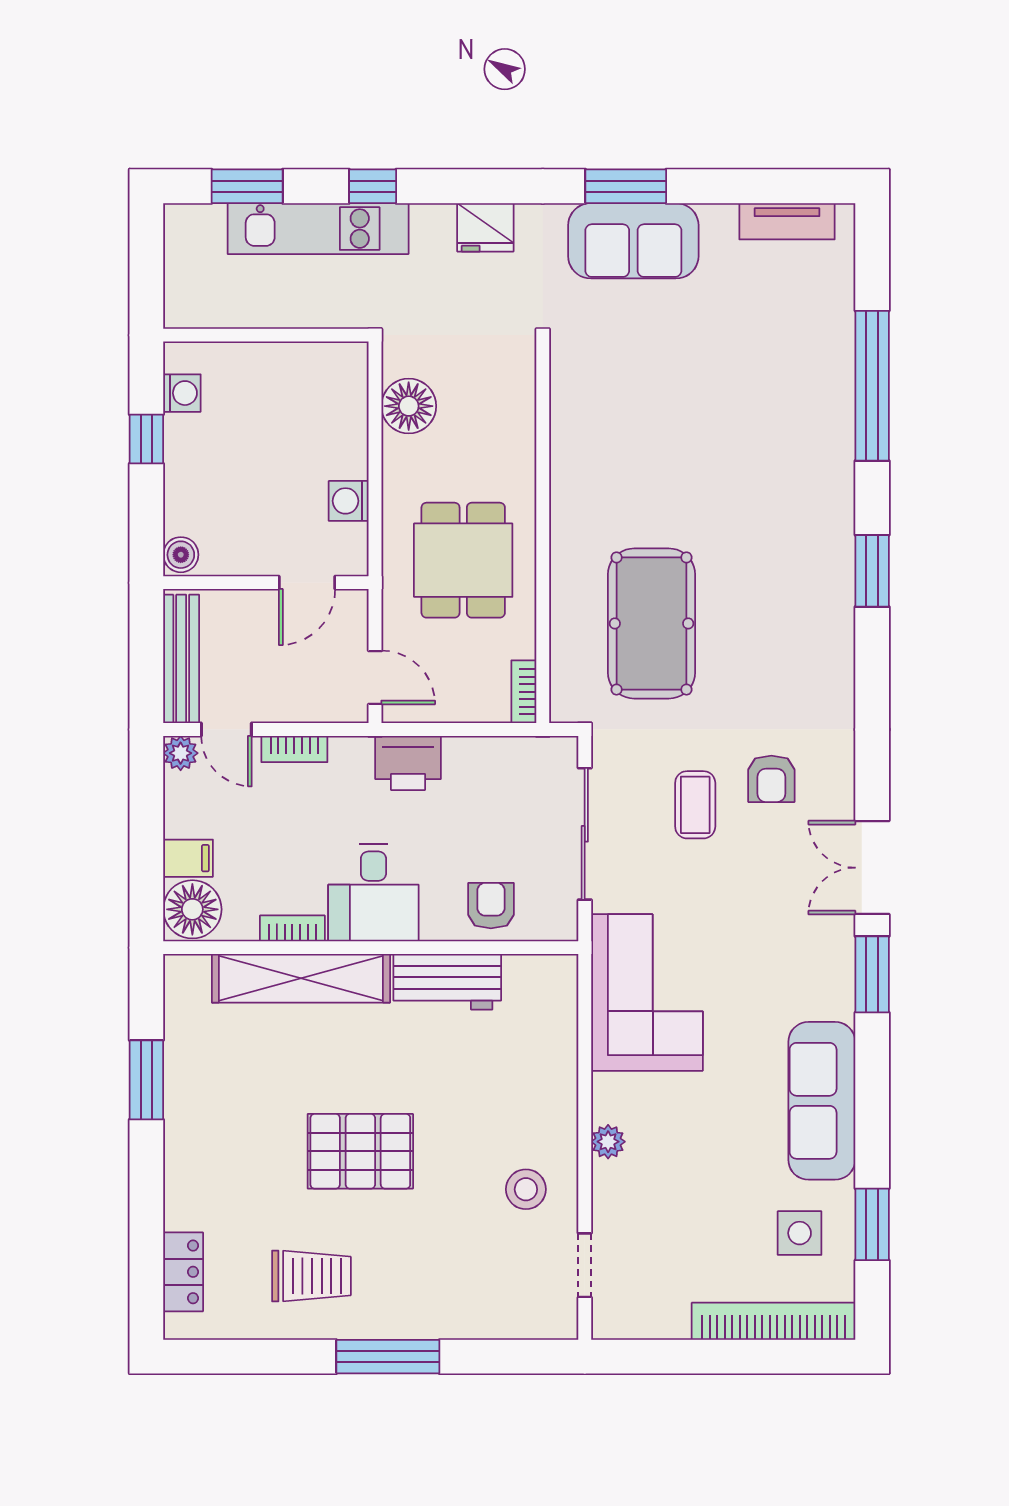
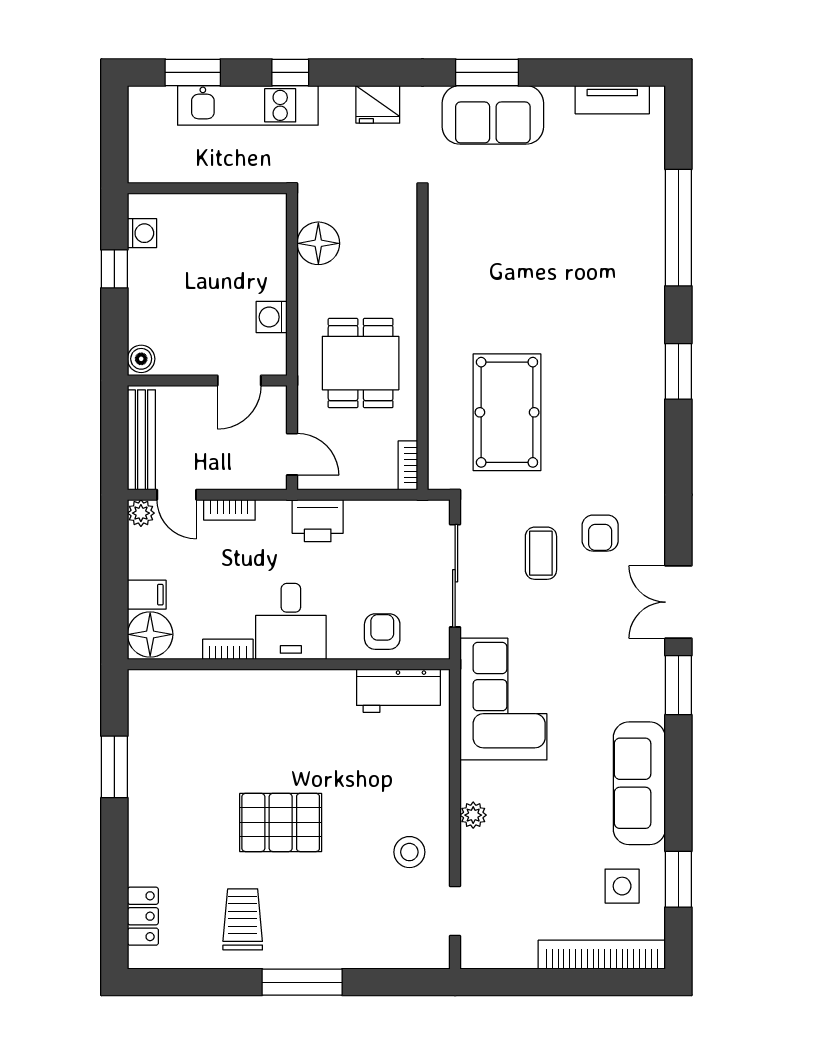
shelving: (301, 978) -> (235, 688), removed
workbench: (447, 982) -> (398, 691), moved
trolley: (311, 1276) -> (243, 919), turned -90

